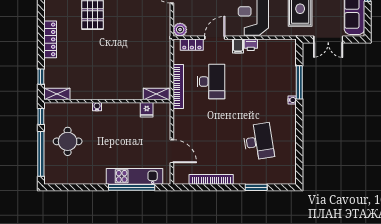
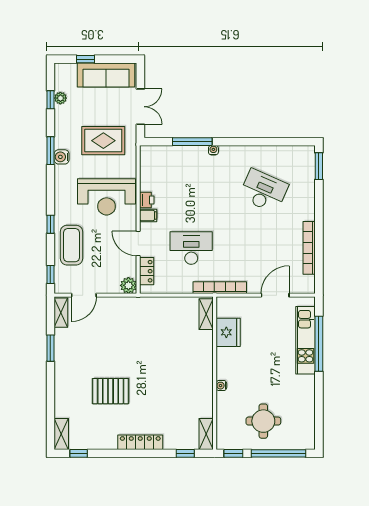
bookcase: (178, 86) -> (220, 288), moved
fridge: (147, 110) -> (228, 332), width x1.88, depth x1.34
desk: (258, 142) -> (264, 191), turned 33
window: (256, 187) -> (319, 166), moved

